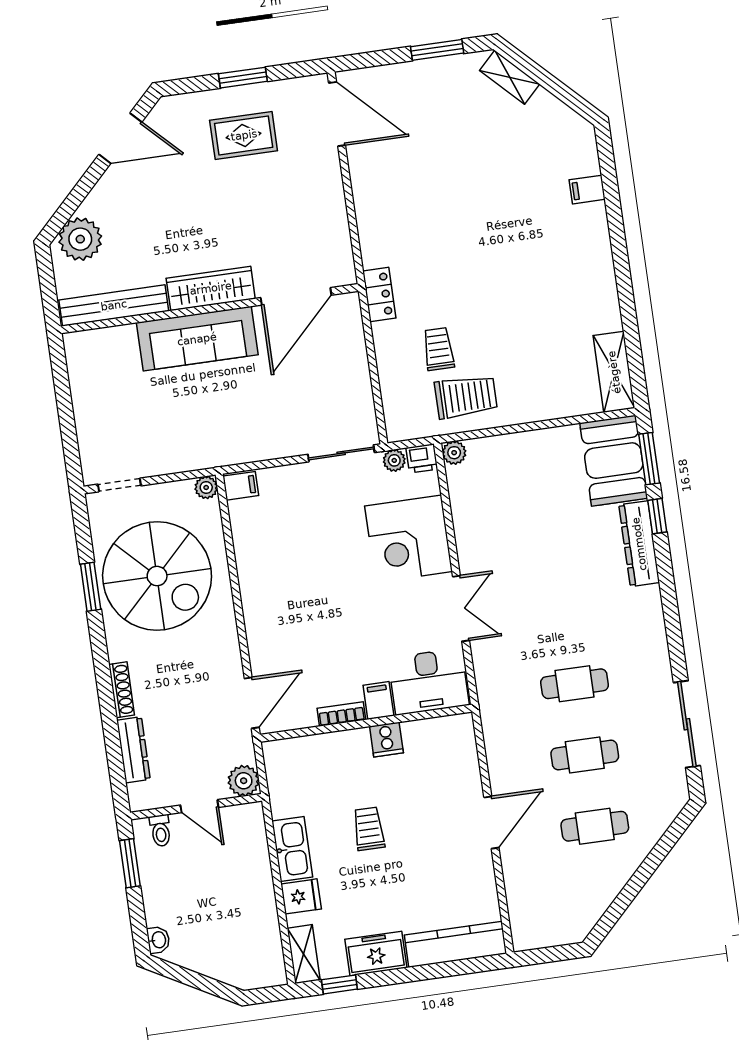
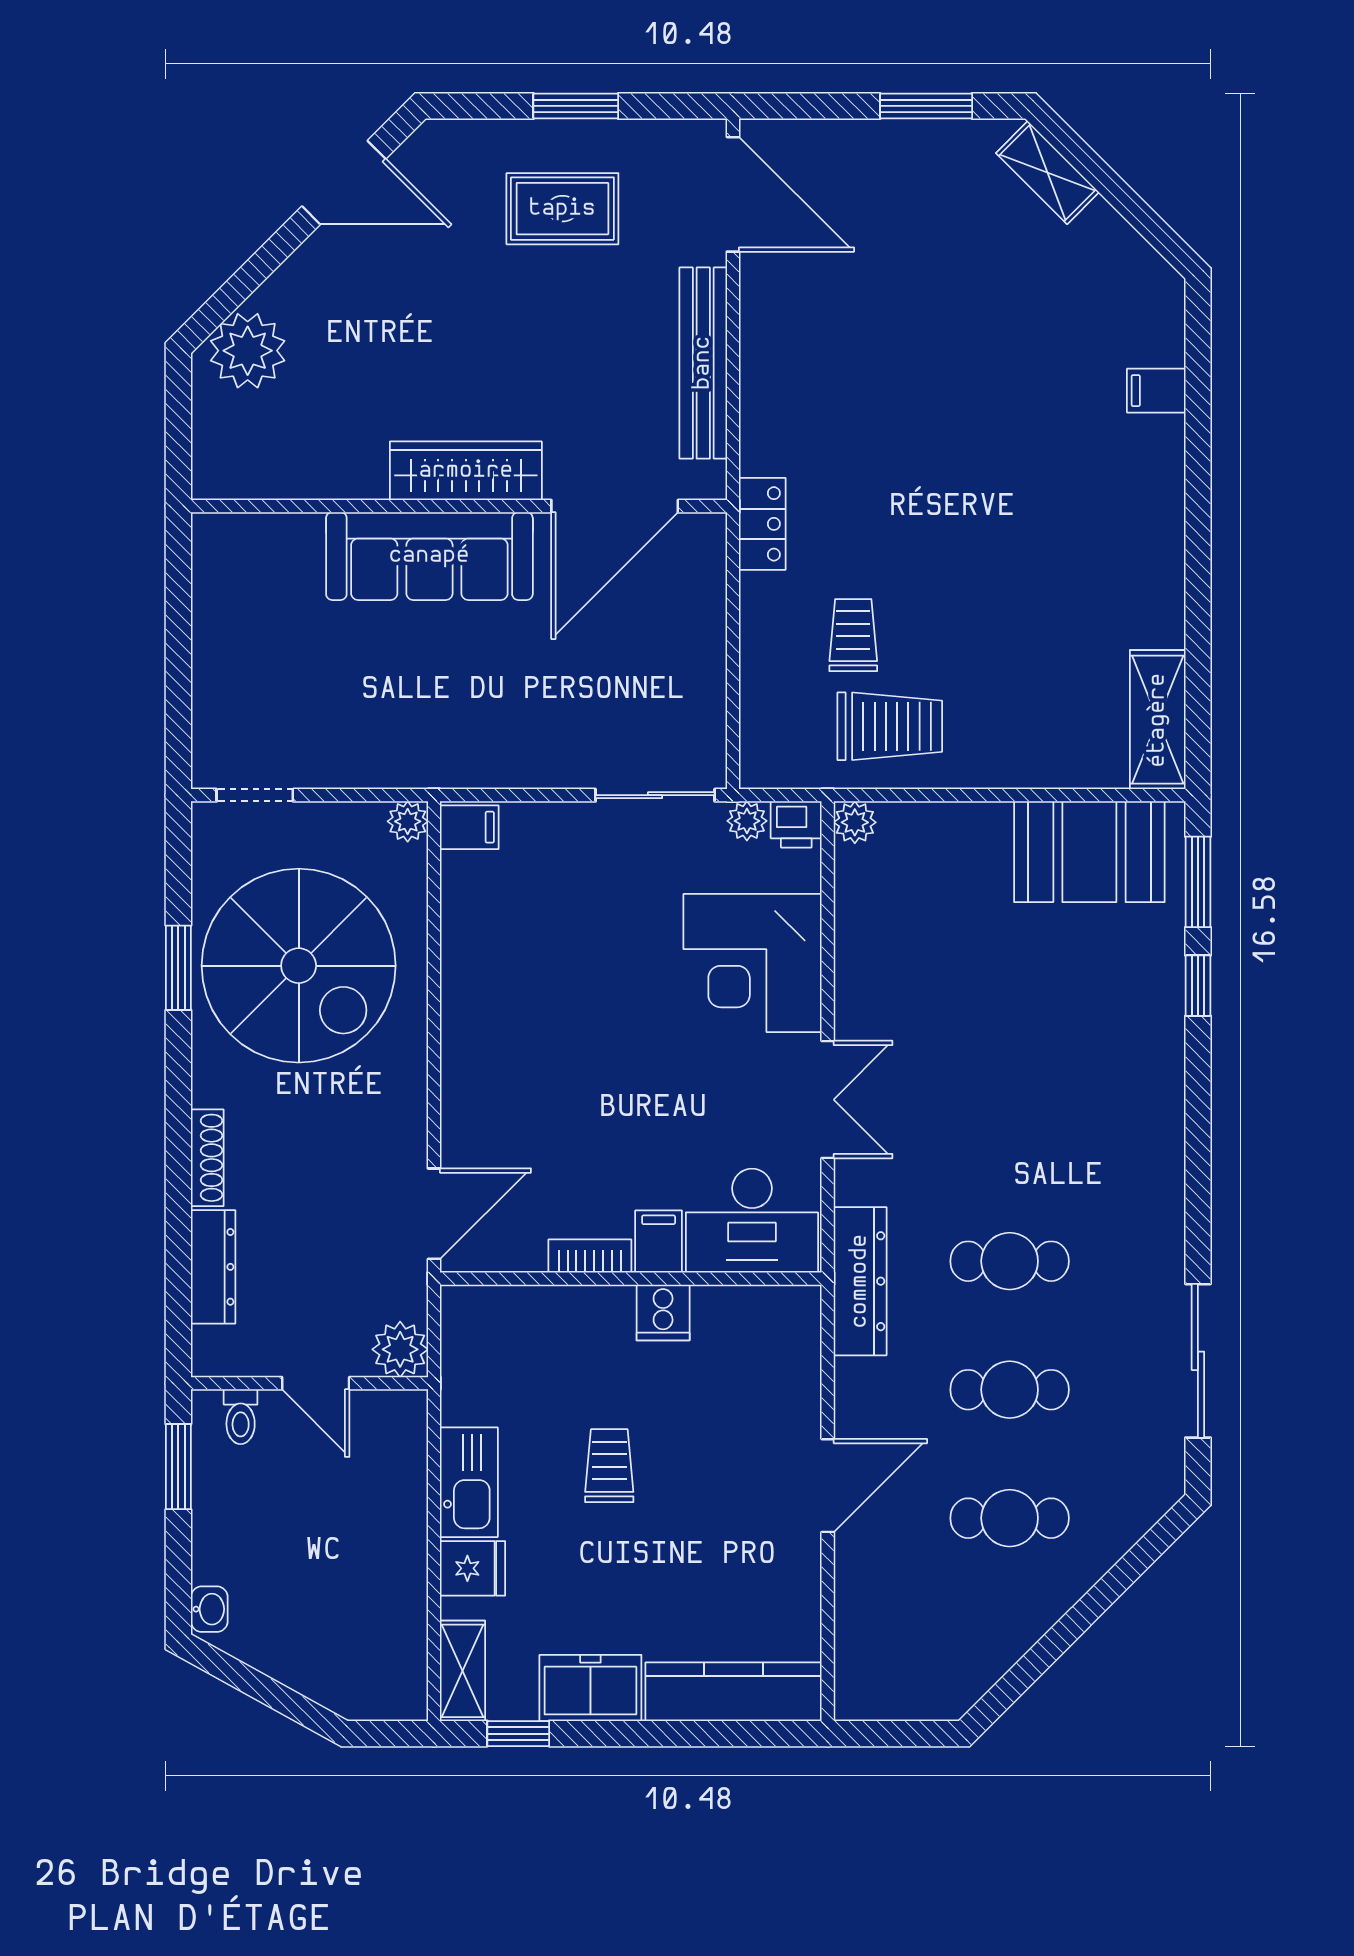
bench: (114, 305) -> (703, 363), moved, turned 90
booth: (614, 461) -> (1089, 852), moved, turned 90
dresser: (639, 544) -> (860, 1281), moved, turned 180

